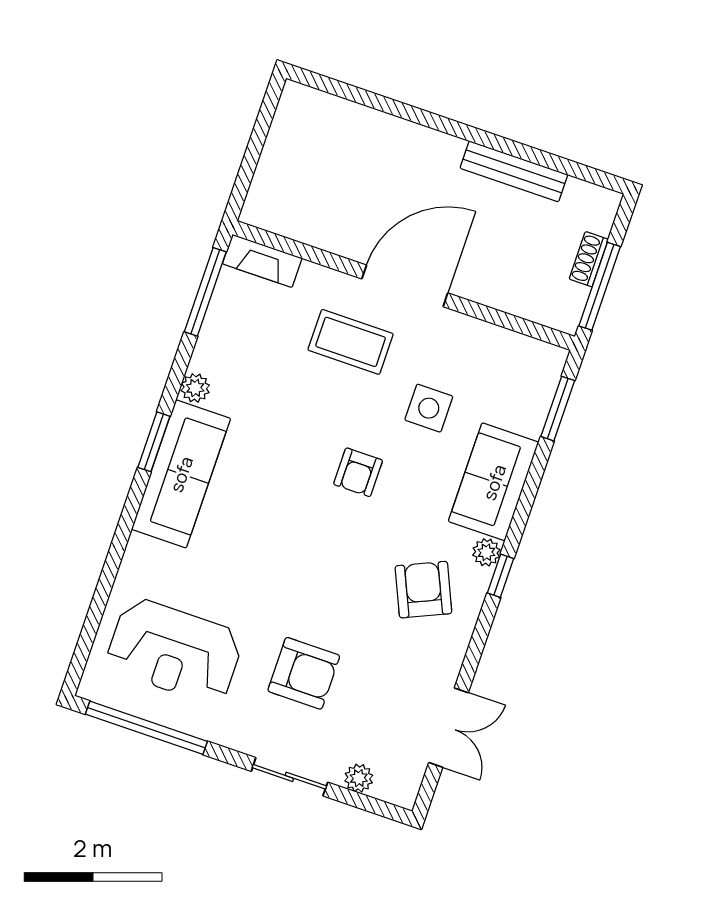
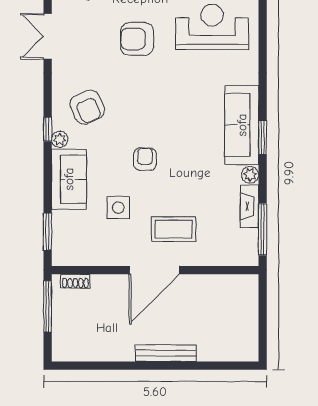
bench: (514, 171) -> (166, 353), moved
shoe rack: (589, 259) -> (75, 281), moved, turned 90
fireplace: (262, 261) -> (249, 206), moved, turned -90

